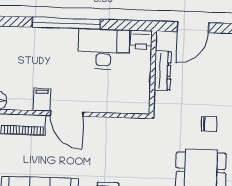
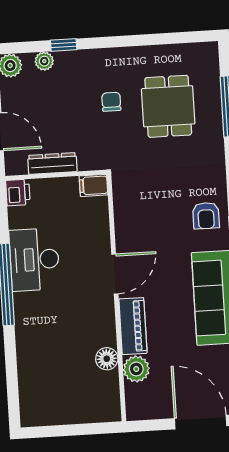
desk: (104, 49) -> (34, 260), moved
filing cabinet: (42, 100) -> (93, 185), moved

